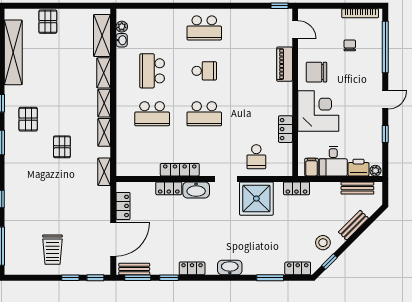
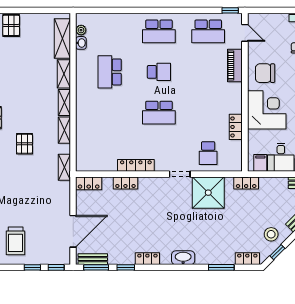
school desk: (152, 114) -> (208, 31), moved
washbasin: (196, 190) -> (151, 184), removed
locker: (123, 206) -> (89, 183), moved, turned 90

